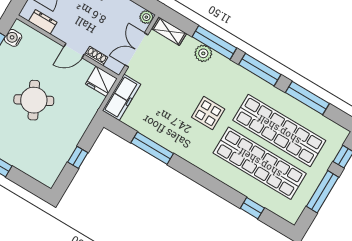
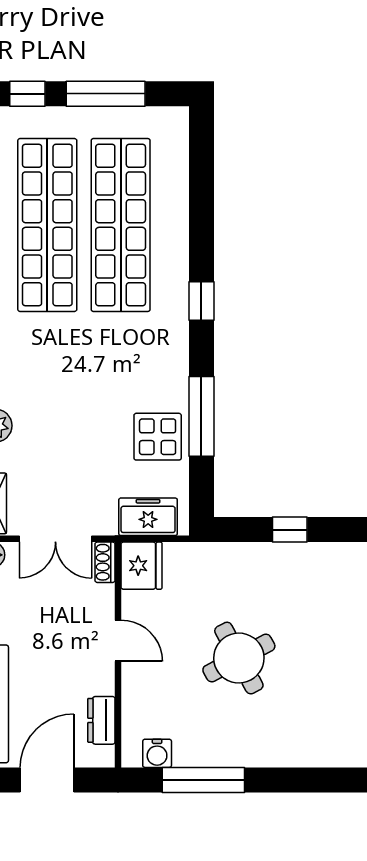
shoe rack: (96, 56) -> (105, 562), moved
freezer: (122, 97) -> (148, 517), width x0.71
display table: (208, 113) -> (158, 437), moved
window: (252, 208) -> (201, 301), moved

